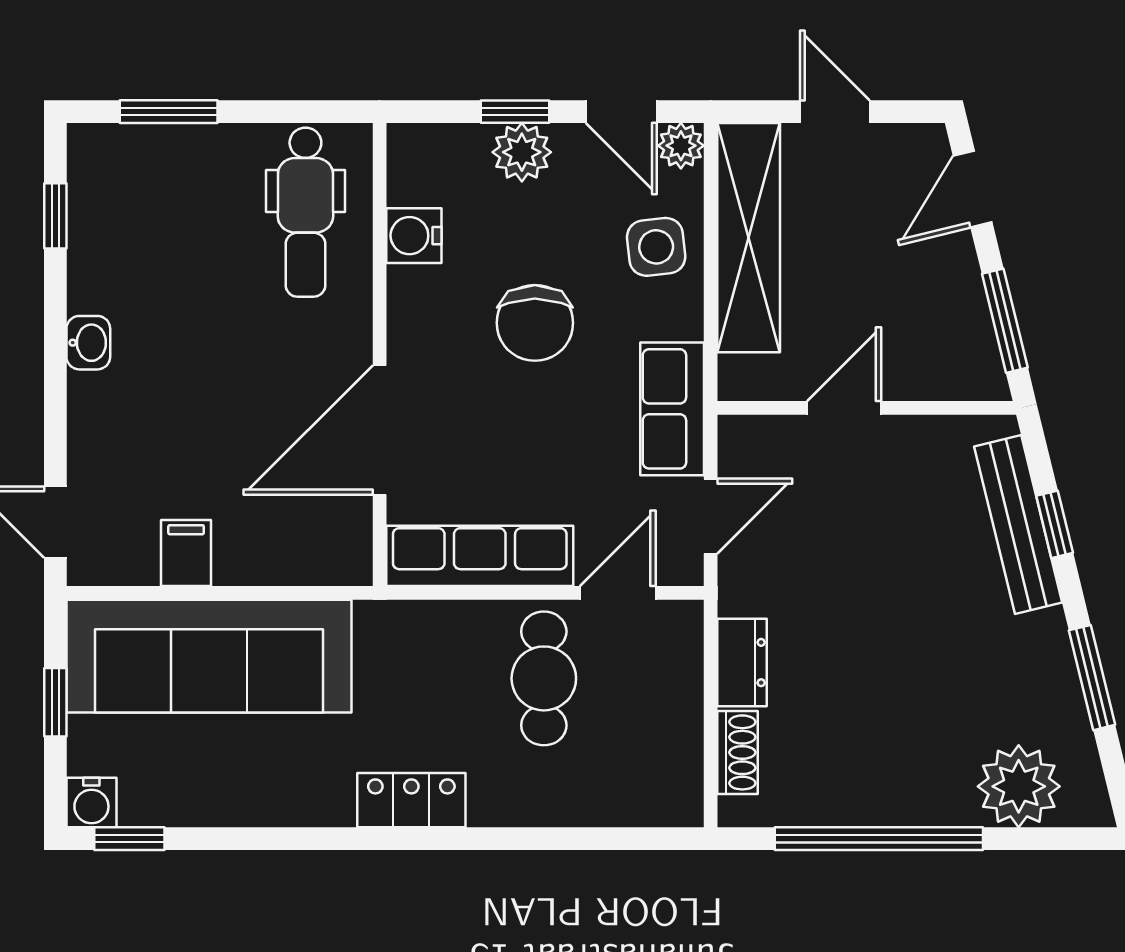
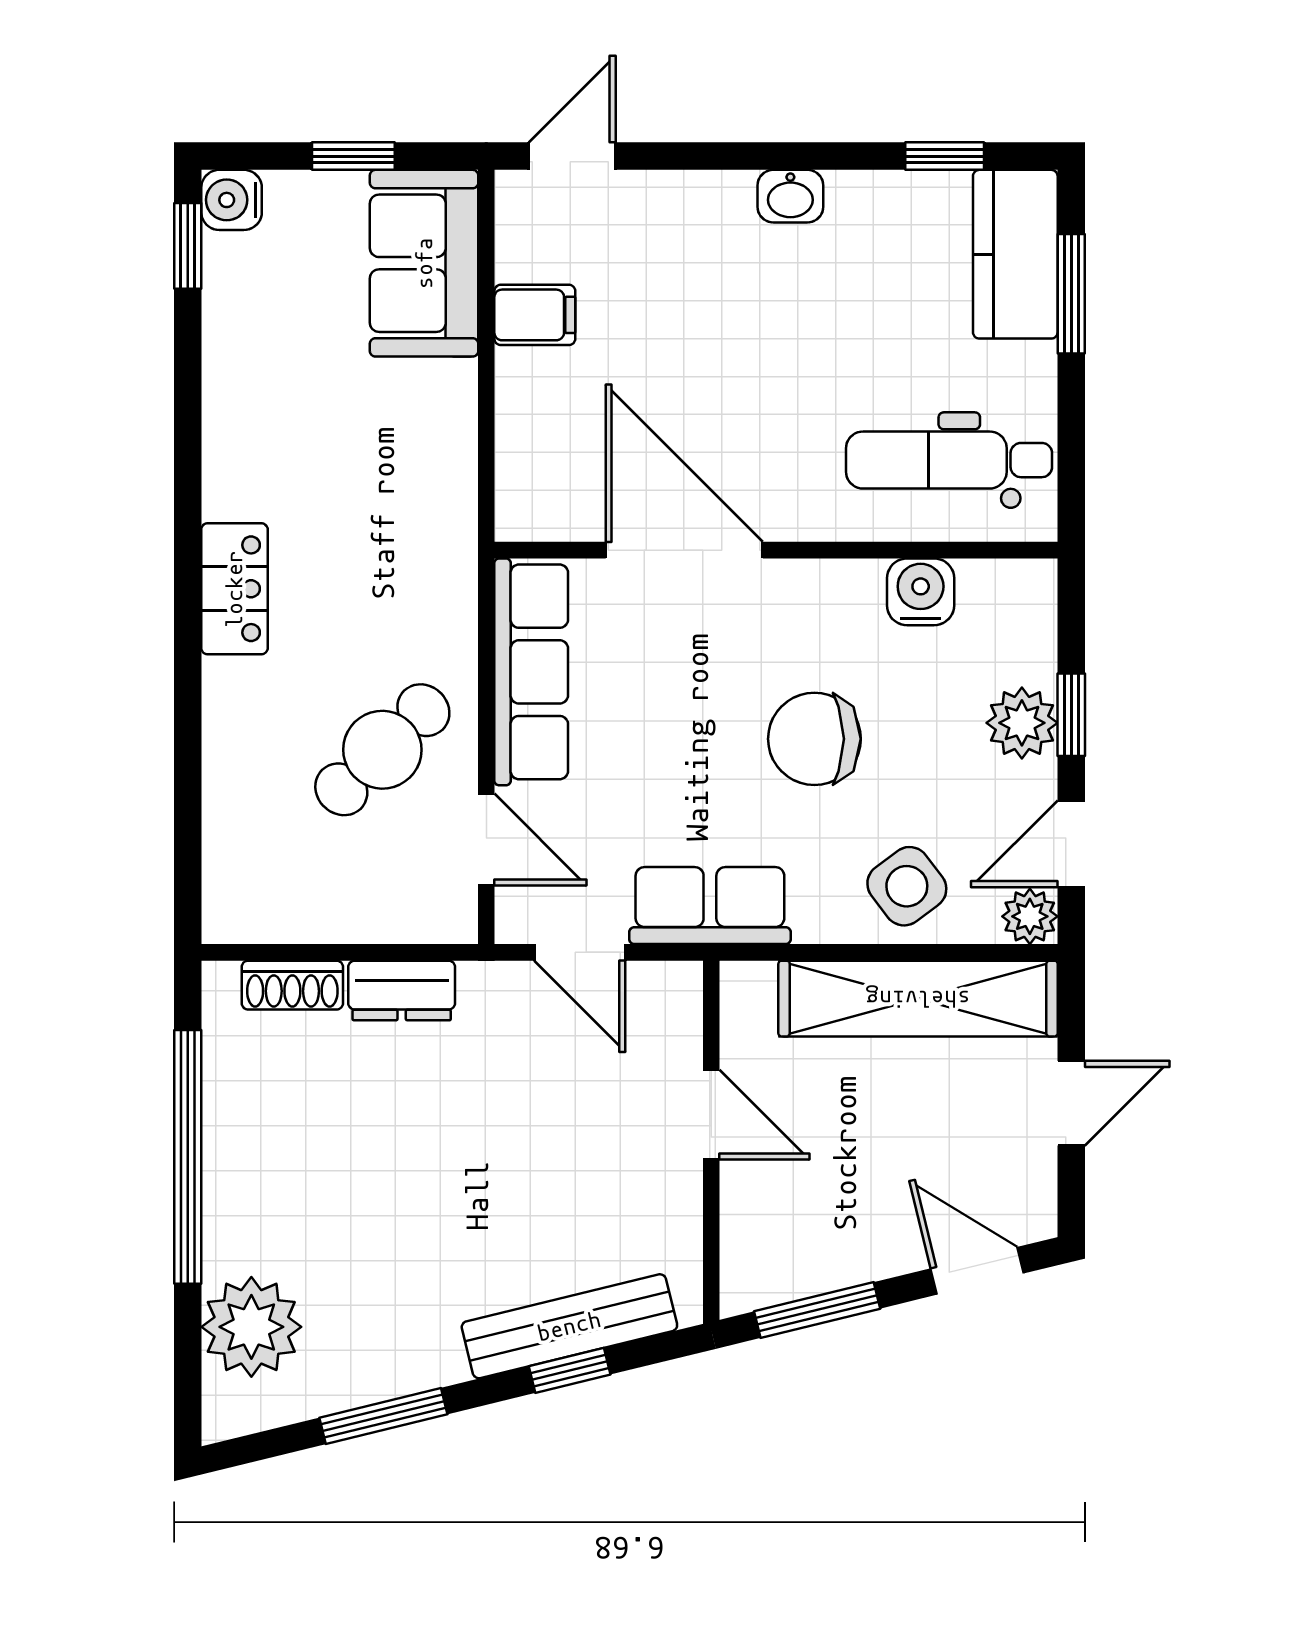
kitchen counter: (136, 158) -> (1015, 254), added
side table: (656, 247) -> (907, 886), turned -31
sofa: (209, 656) -> (424, 263), width x0.54, depth x0.79
cafe table: (544, 678) -> (382, 750), turned -44

